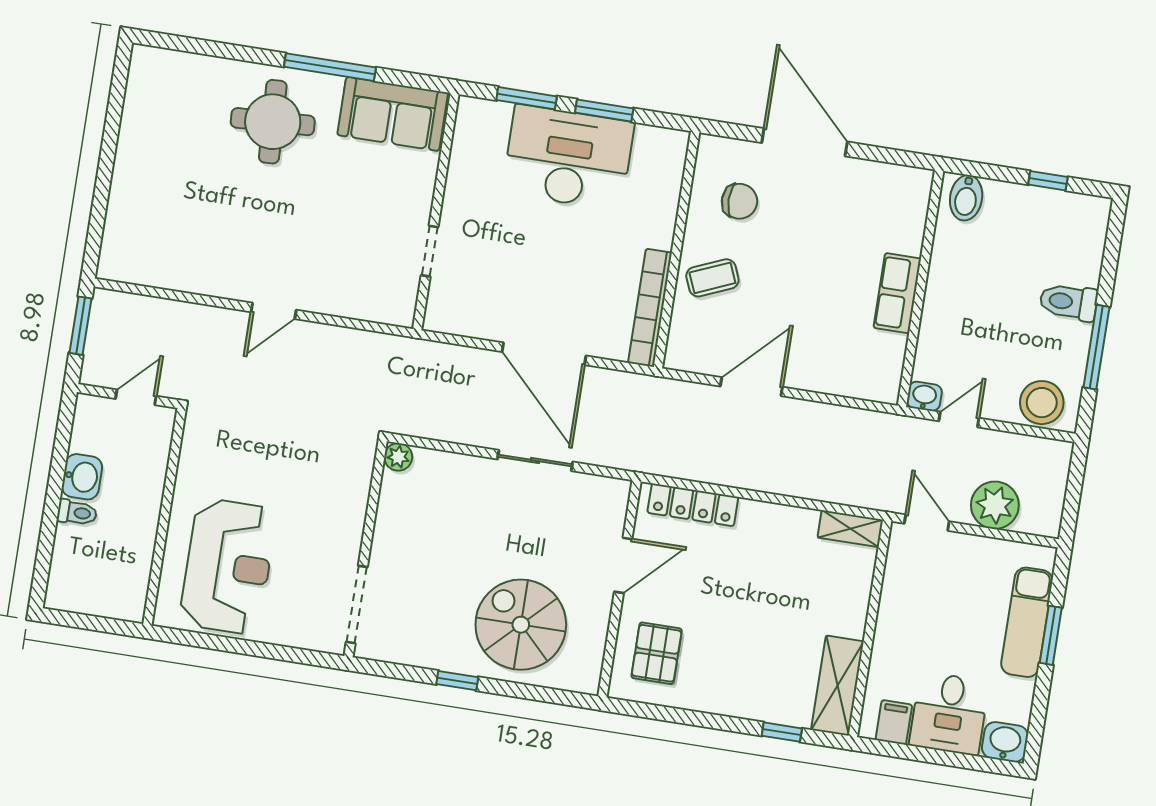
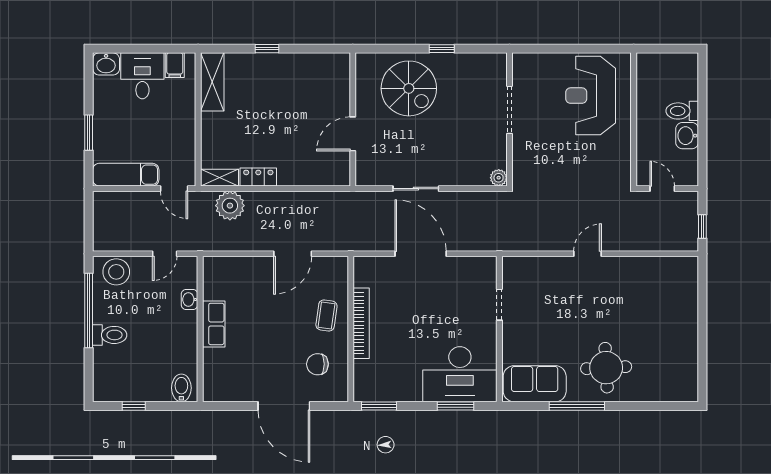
window: (604, 111) -> (379, 406), moved
desk: (568, 158) -> (460, 374), moved
coffee table: (712, 278) -> (326, 316), turned -59
bookcase: (650, 308) -> (361, 323), moved
window: (80, 326) -> (702, 226), width x0.67
window: (1096, 347) -> (89, 310), width x1.46
washbasin: (924, 396) -> (190, 299), moved, turned 90
door: (136, 397) -> (662, 189), swing flipped
locker: (693, 505) -> (258, 177), moved, width x0.66
plant: (995, 505) -> (230, 206), moved
toilet: (77, 513) -> (682, 111), width x1.37, depth x1.39
doorway: (357, 604) -> (509, 110), moved
exam couch: (1027, 622) -> (126, 175), moved, turned -90
pallet: (657, 653) -> (324, 84), removed
window: (782, 732) -> (267, 49), moved

